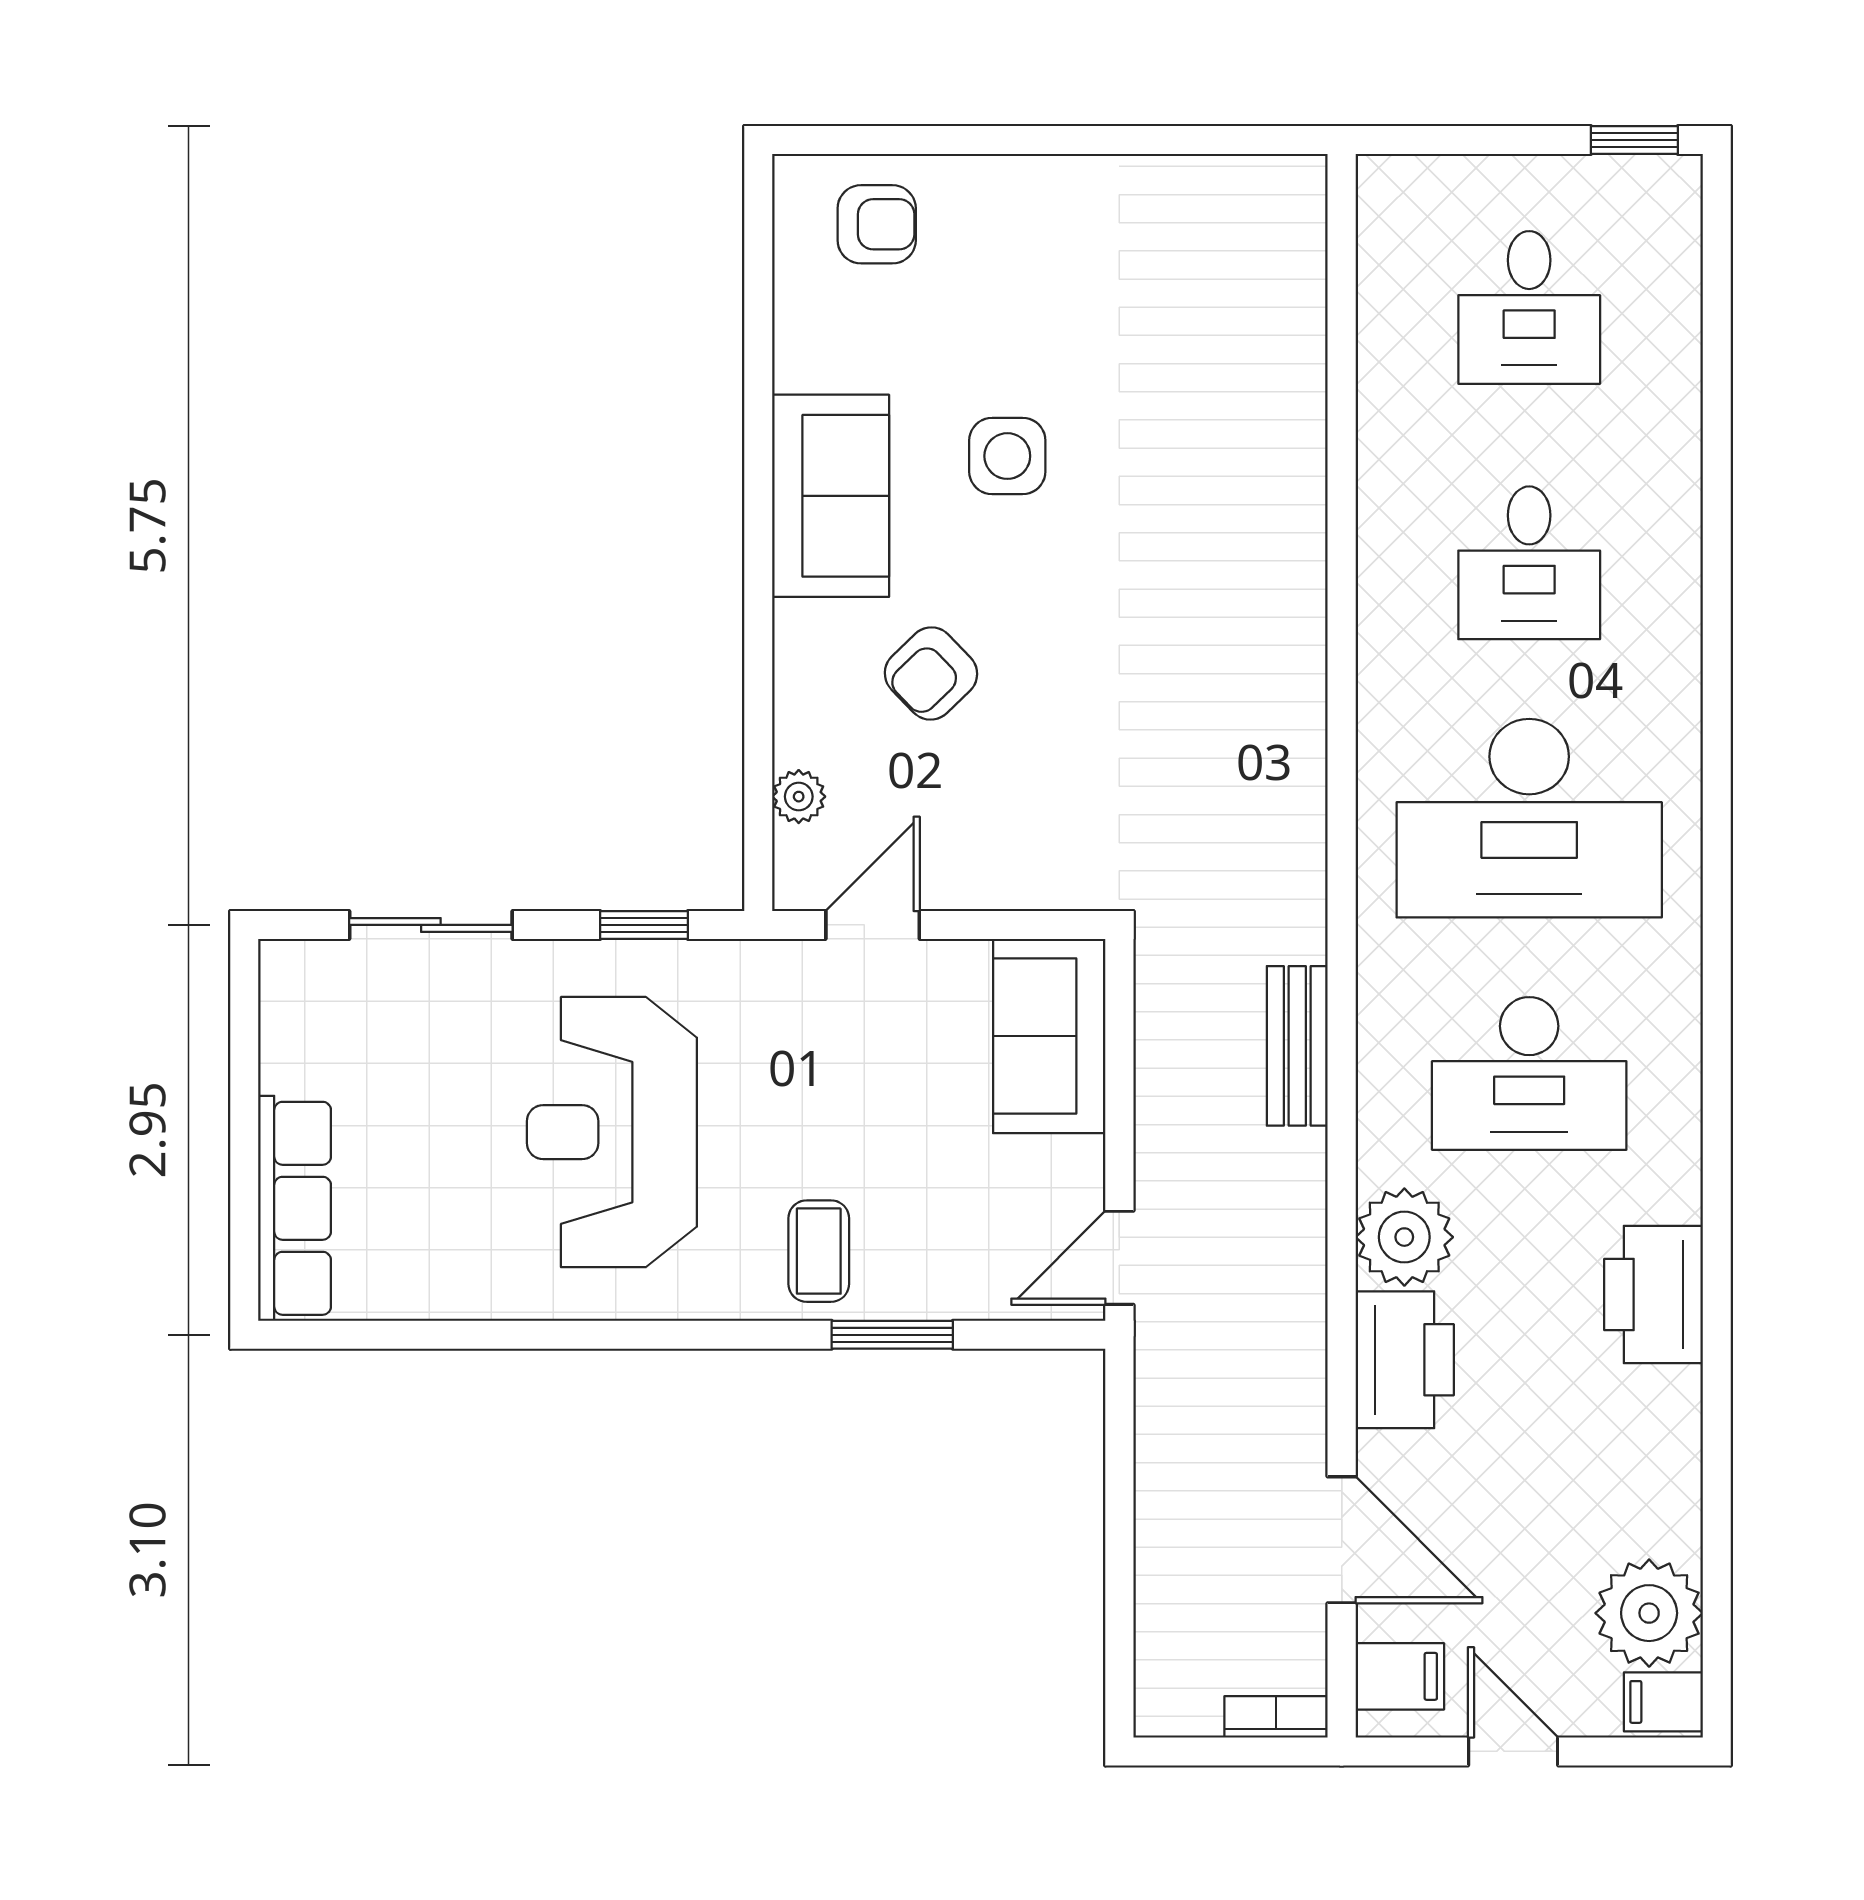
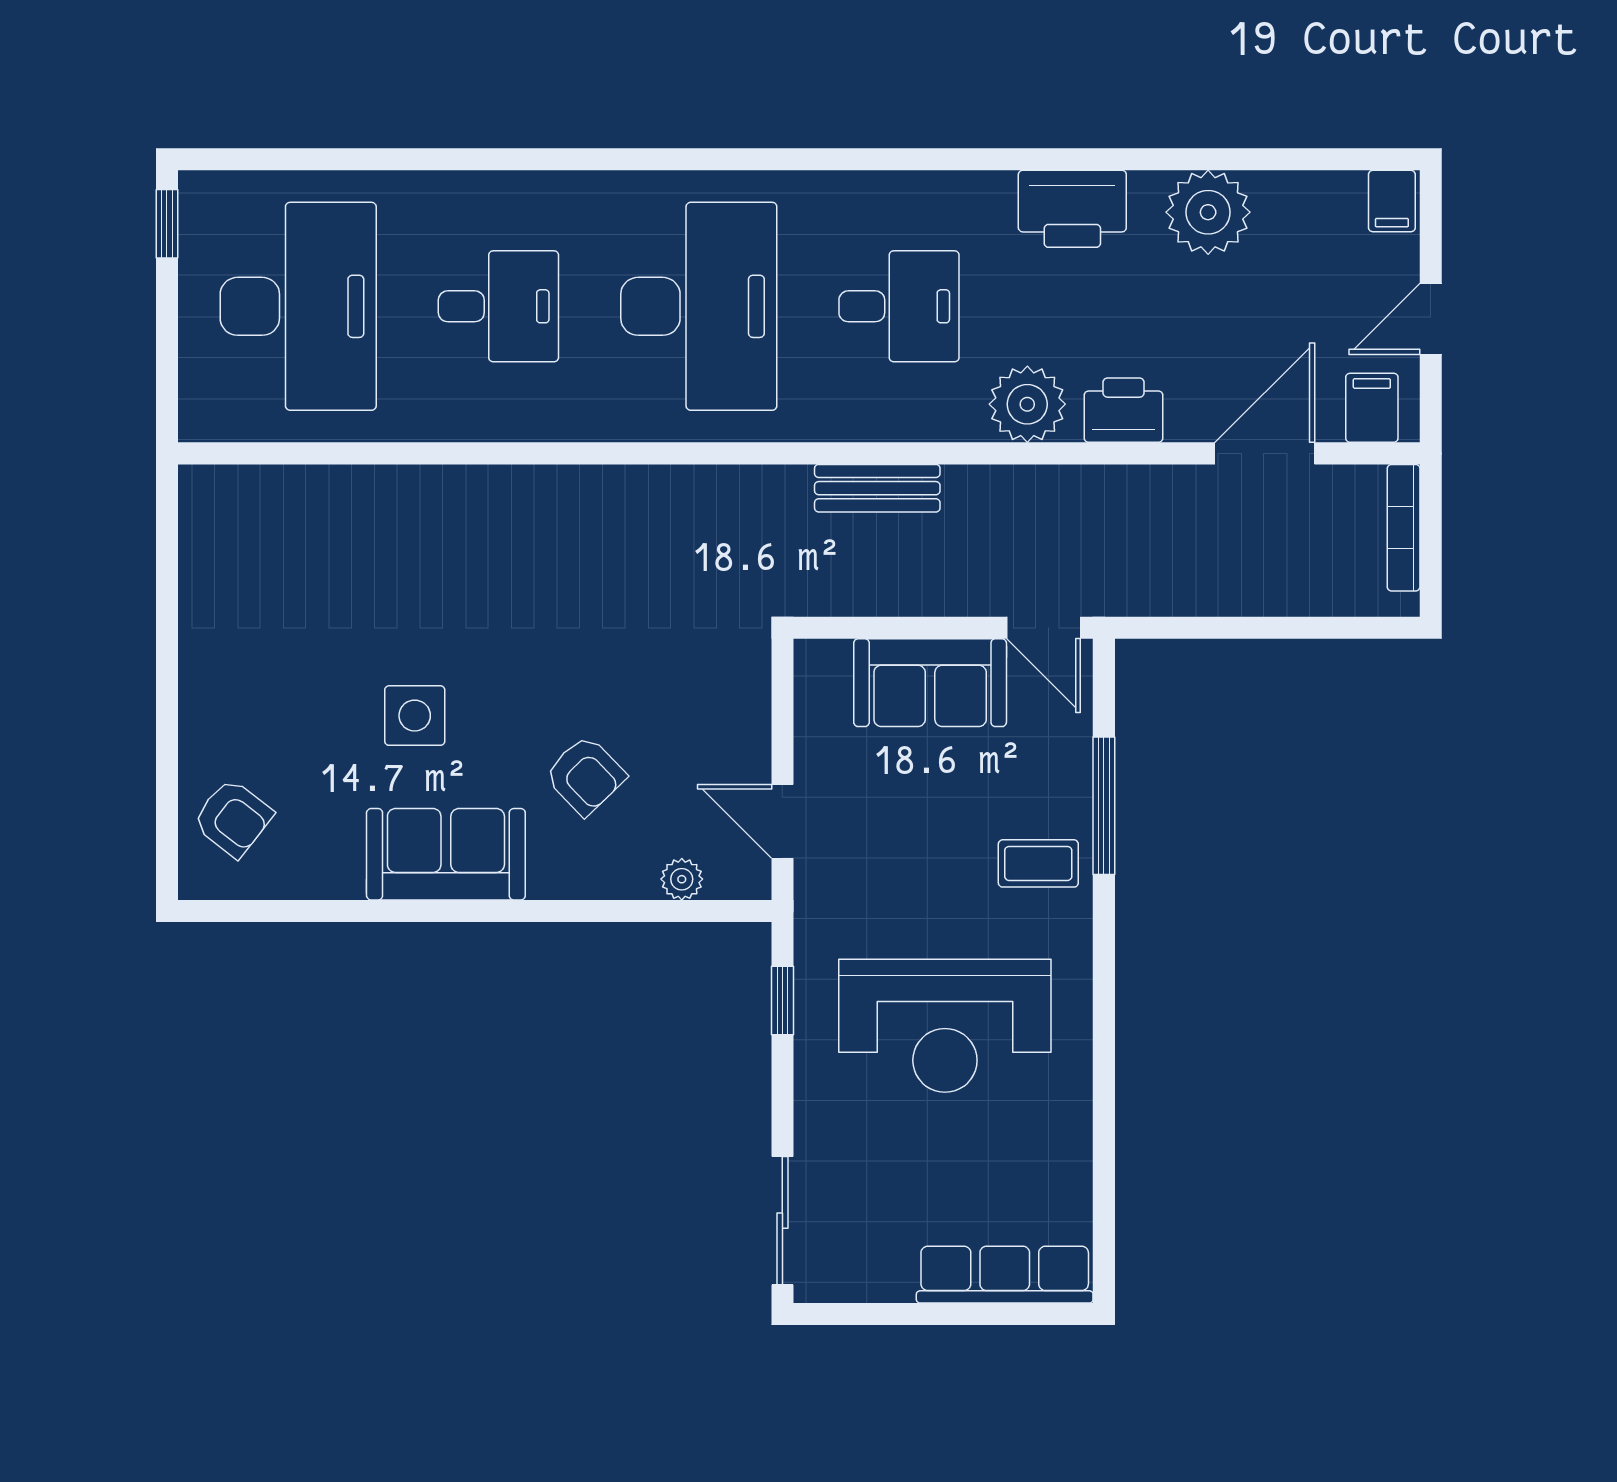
armchair: (877, 224) -> (233, 818), turned 128
desk: (1529, 307) -> (298, 306), width x1.87, depth x1.30
sliding door: (431, 925) -> (782, 1221), moved
sofa: (1049, 1036) -> (930, 683), moved
desk: (1529, 1073) -> (899, 306), width x0.73
window: (892, 1335) -> (1104, 806), width x1.44
printer: (1405, 1360) -> (1124, 410), width x0.73, depth x0.84
plant: (1649, 1613) -> (1208, 212), moved
bookcase: (1276, 1717) -> (1404, 528), width x1.56

